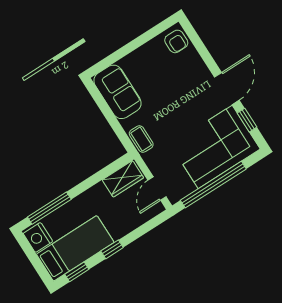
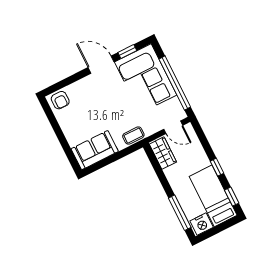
armchair: (176, 41) -> (60, 100), turned 90

